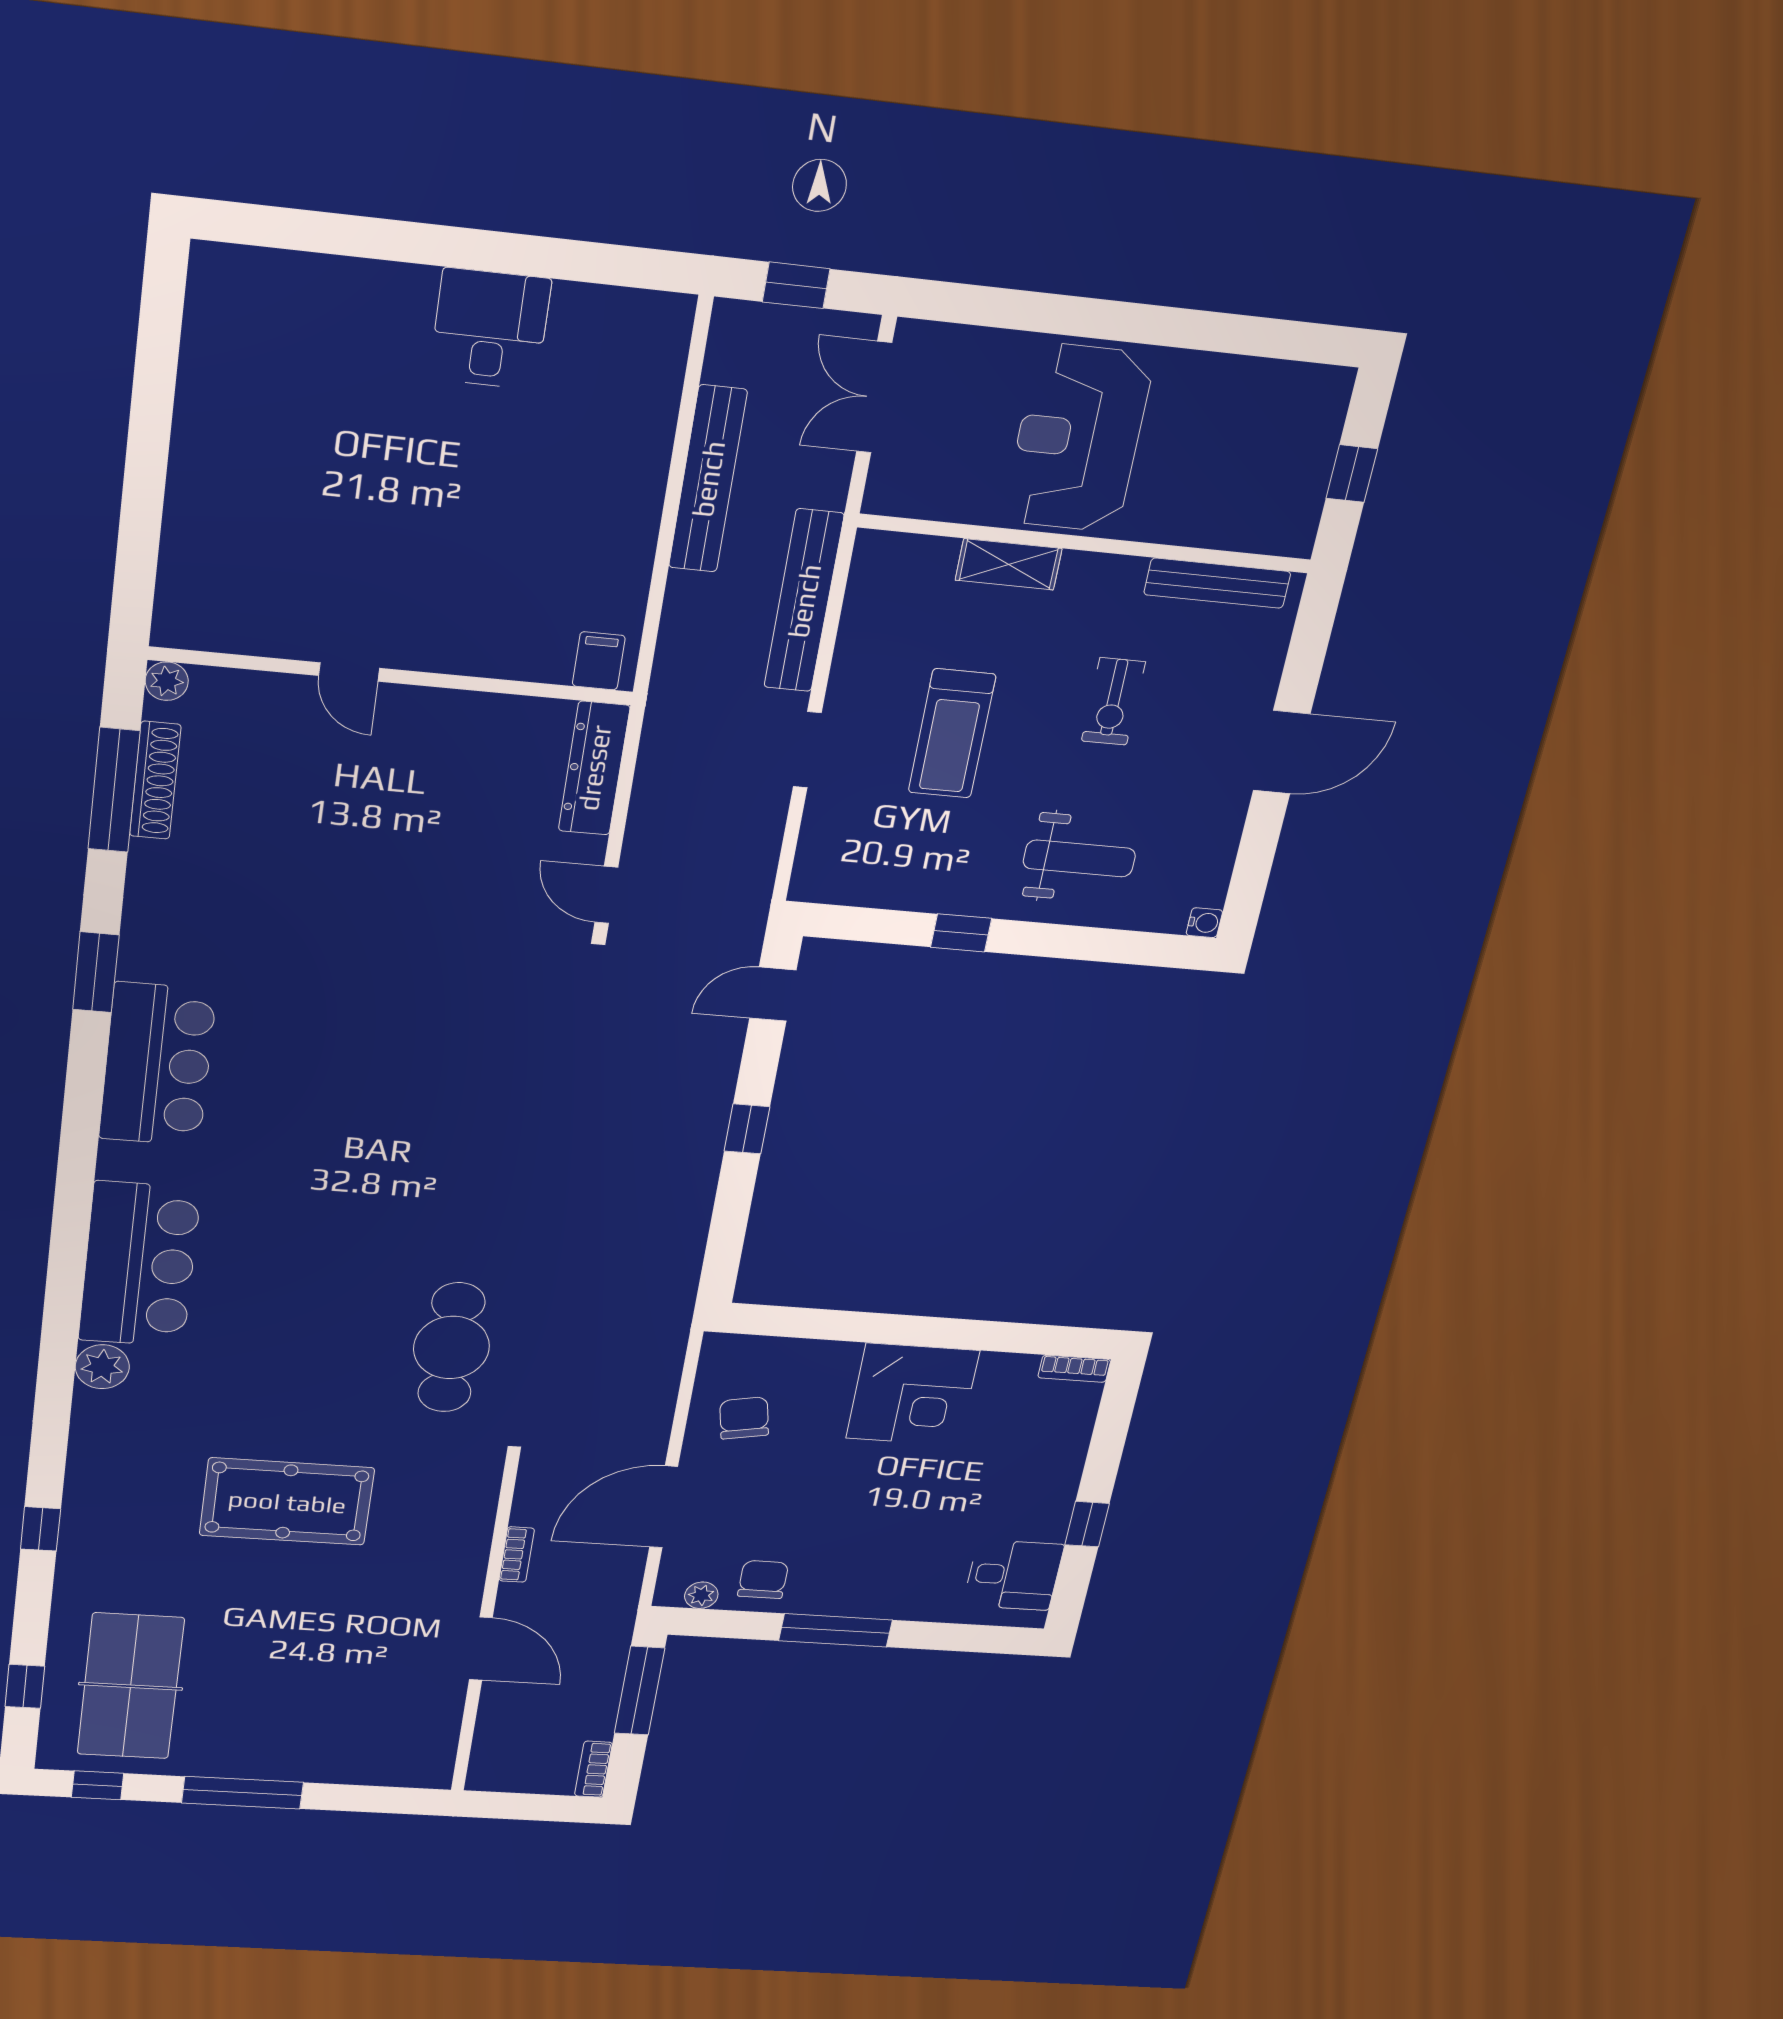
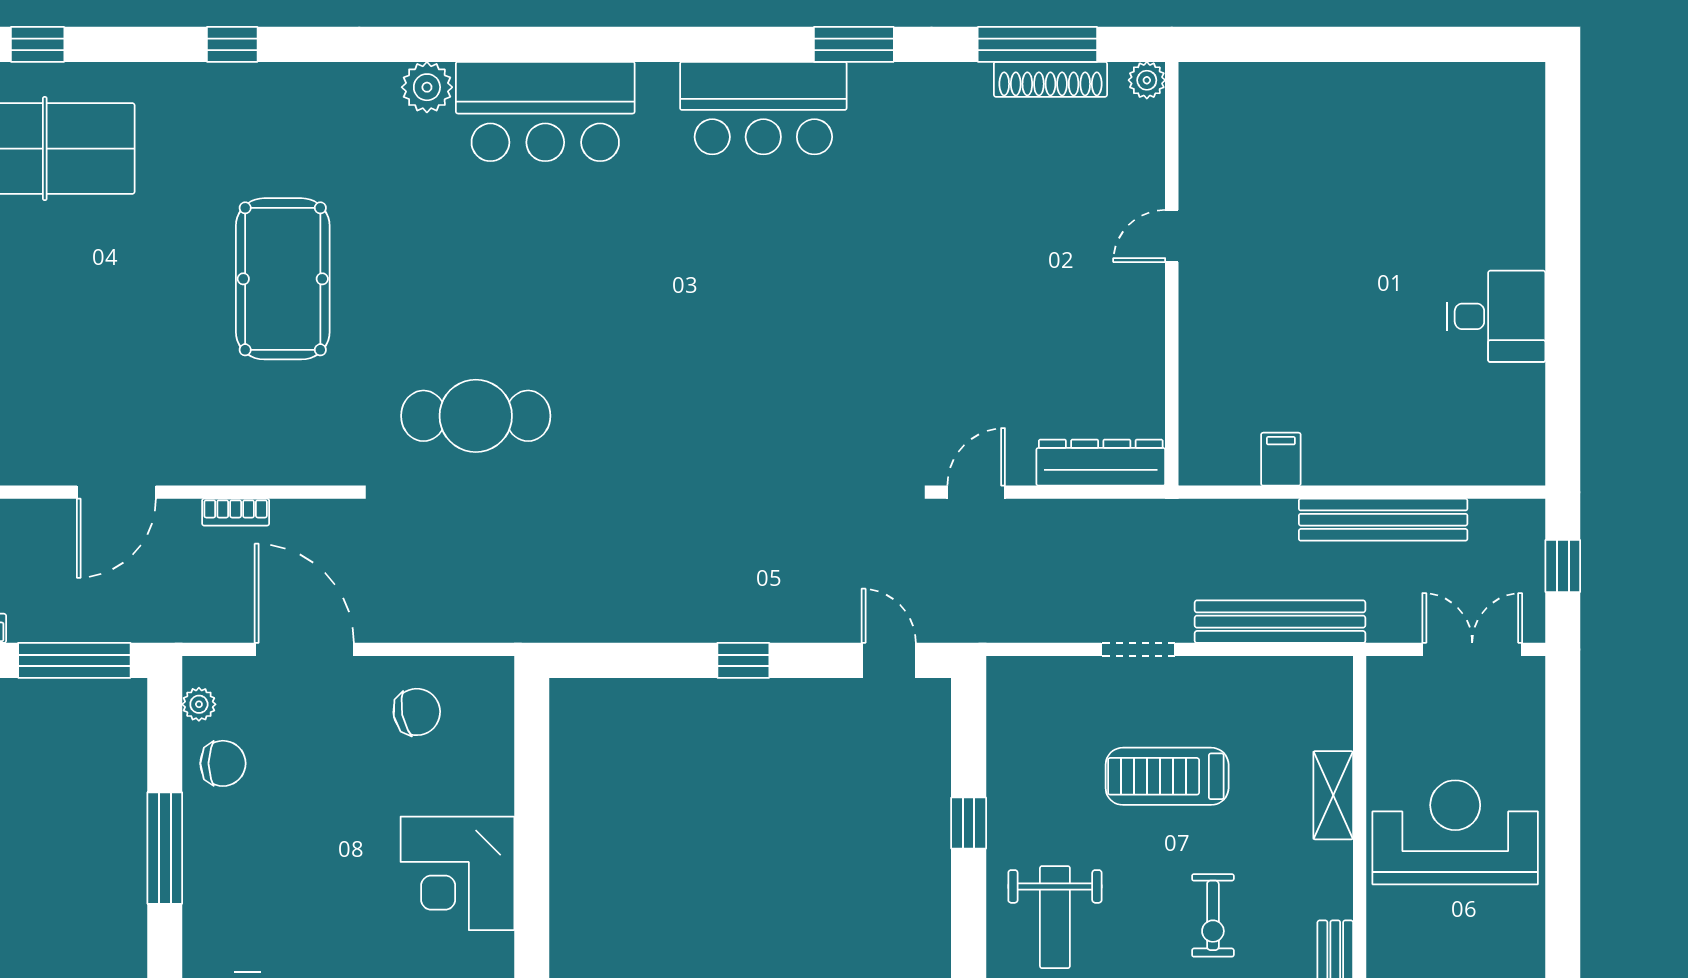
filing cabinet: (599, 661) -> (1281, 459), moved, turned -90
exercise bike: (1113, 702) -> (1213, 915), turned -90

